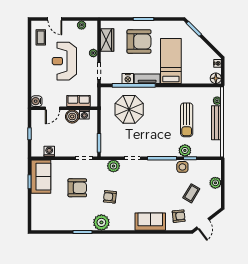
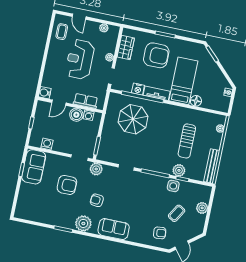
floor lamp: (216, 78) -> (196, 101), moved
bench: (216, 123) -> (212, 166), moved
plant: (113, 166) -> (96, 169), moved
sofa: (150, 222) -> (114, 229), moved

